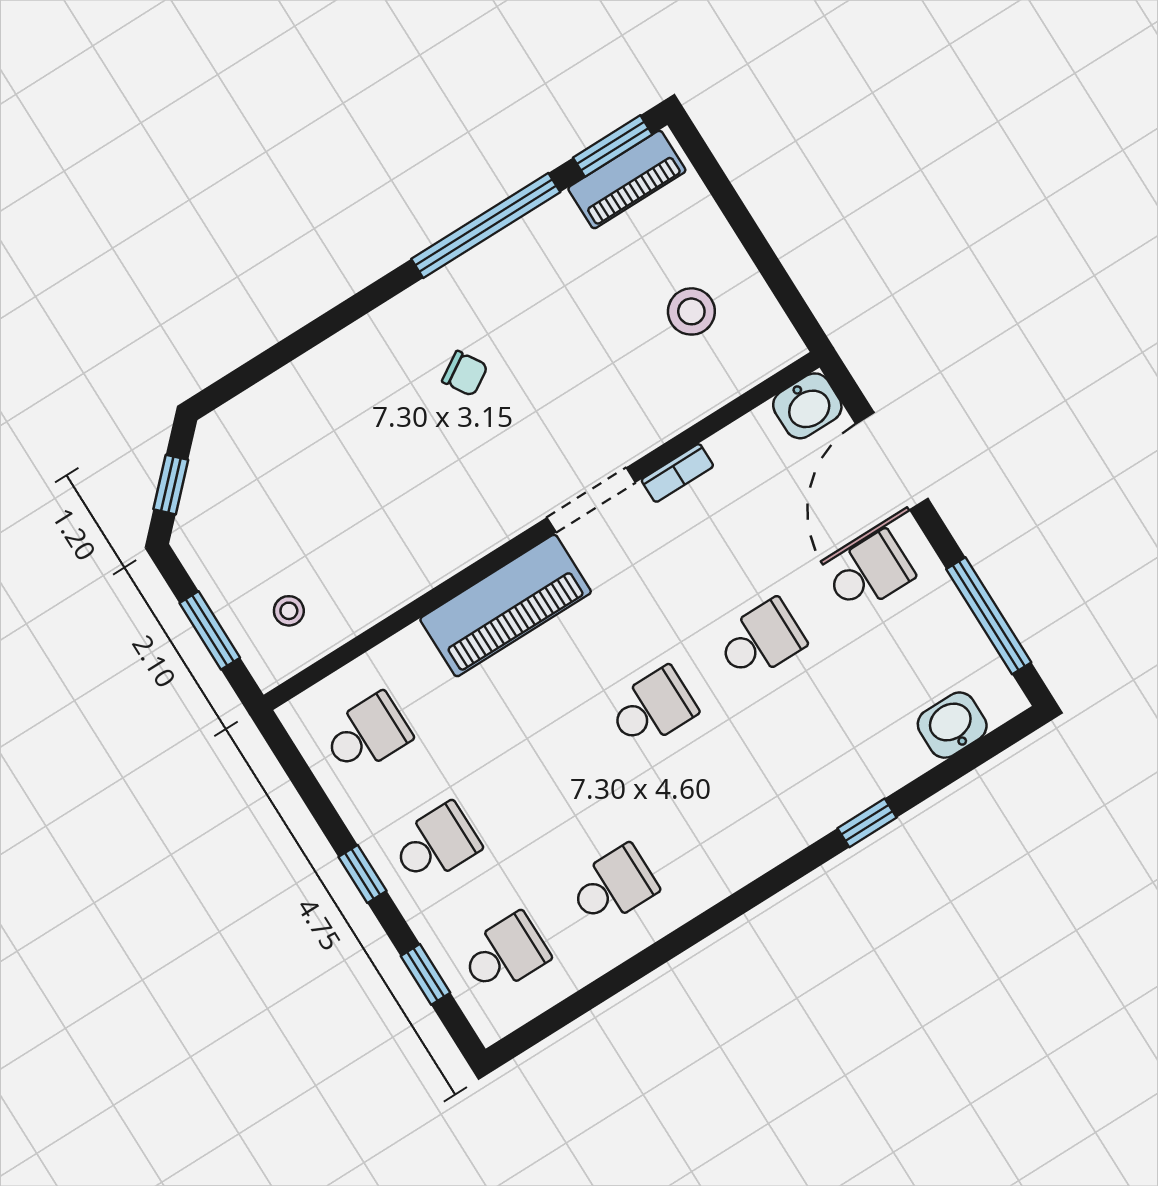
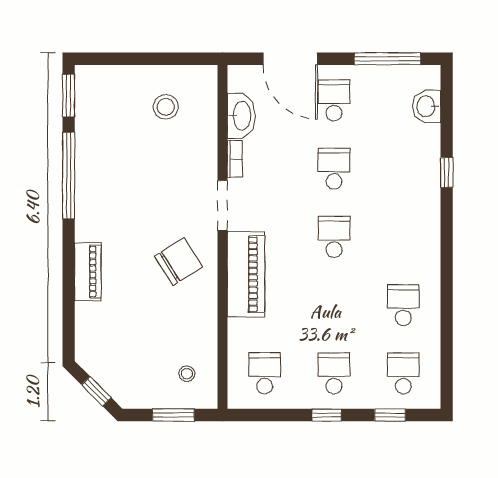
piano: (627, 180) -> (88, 272), moved
chair: (465, 374) -> (179, 262), moved, width x1.87, depth x1.87
washbasin: (807, 406) -> (241, 116), moved, width x1.38

